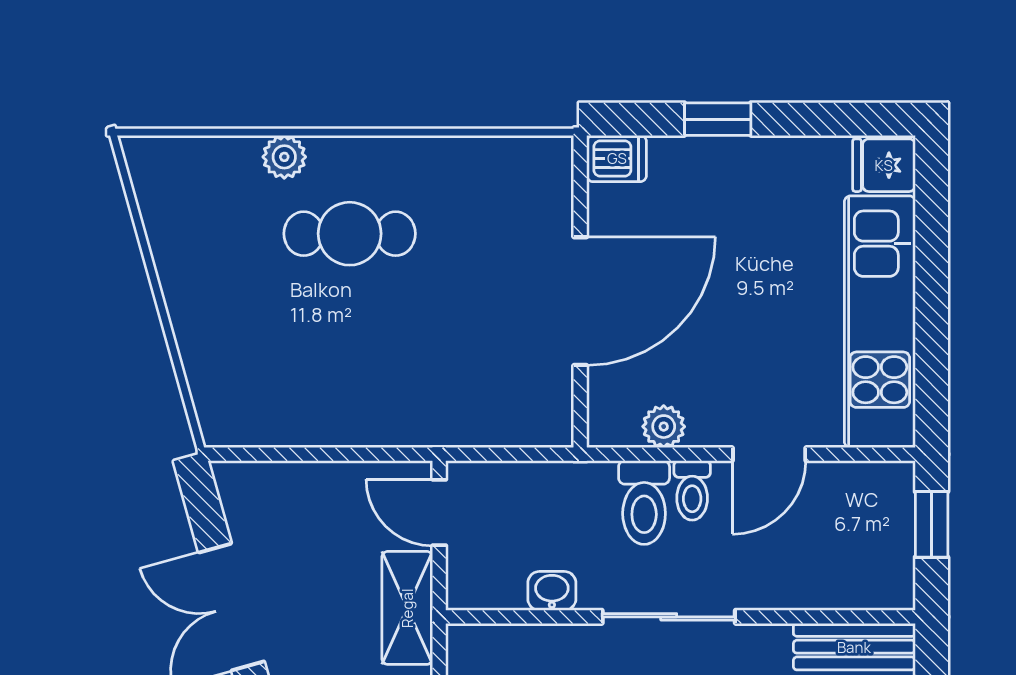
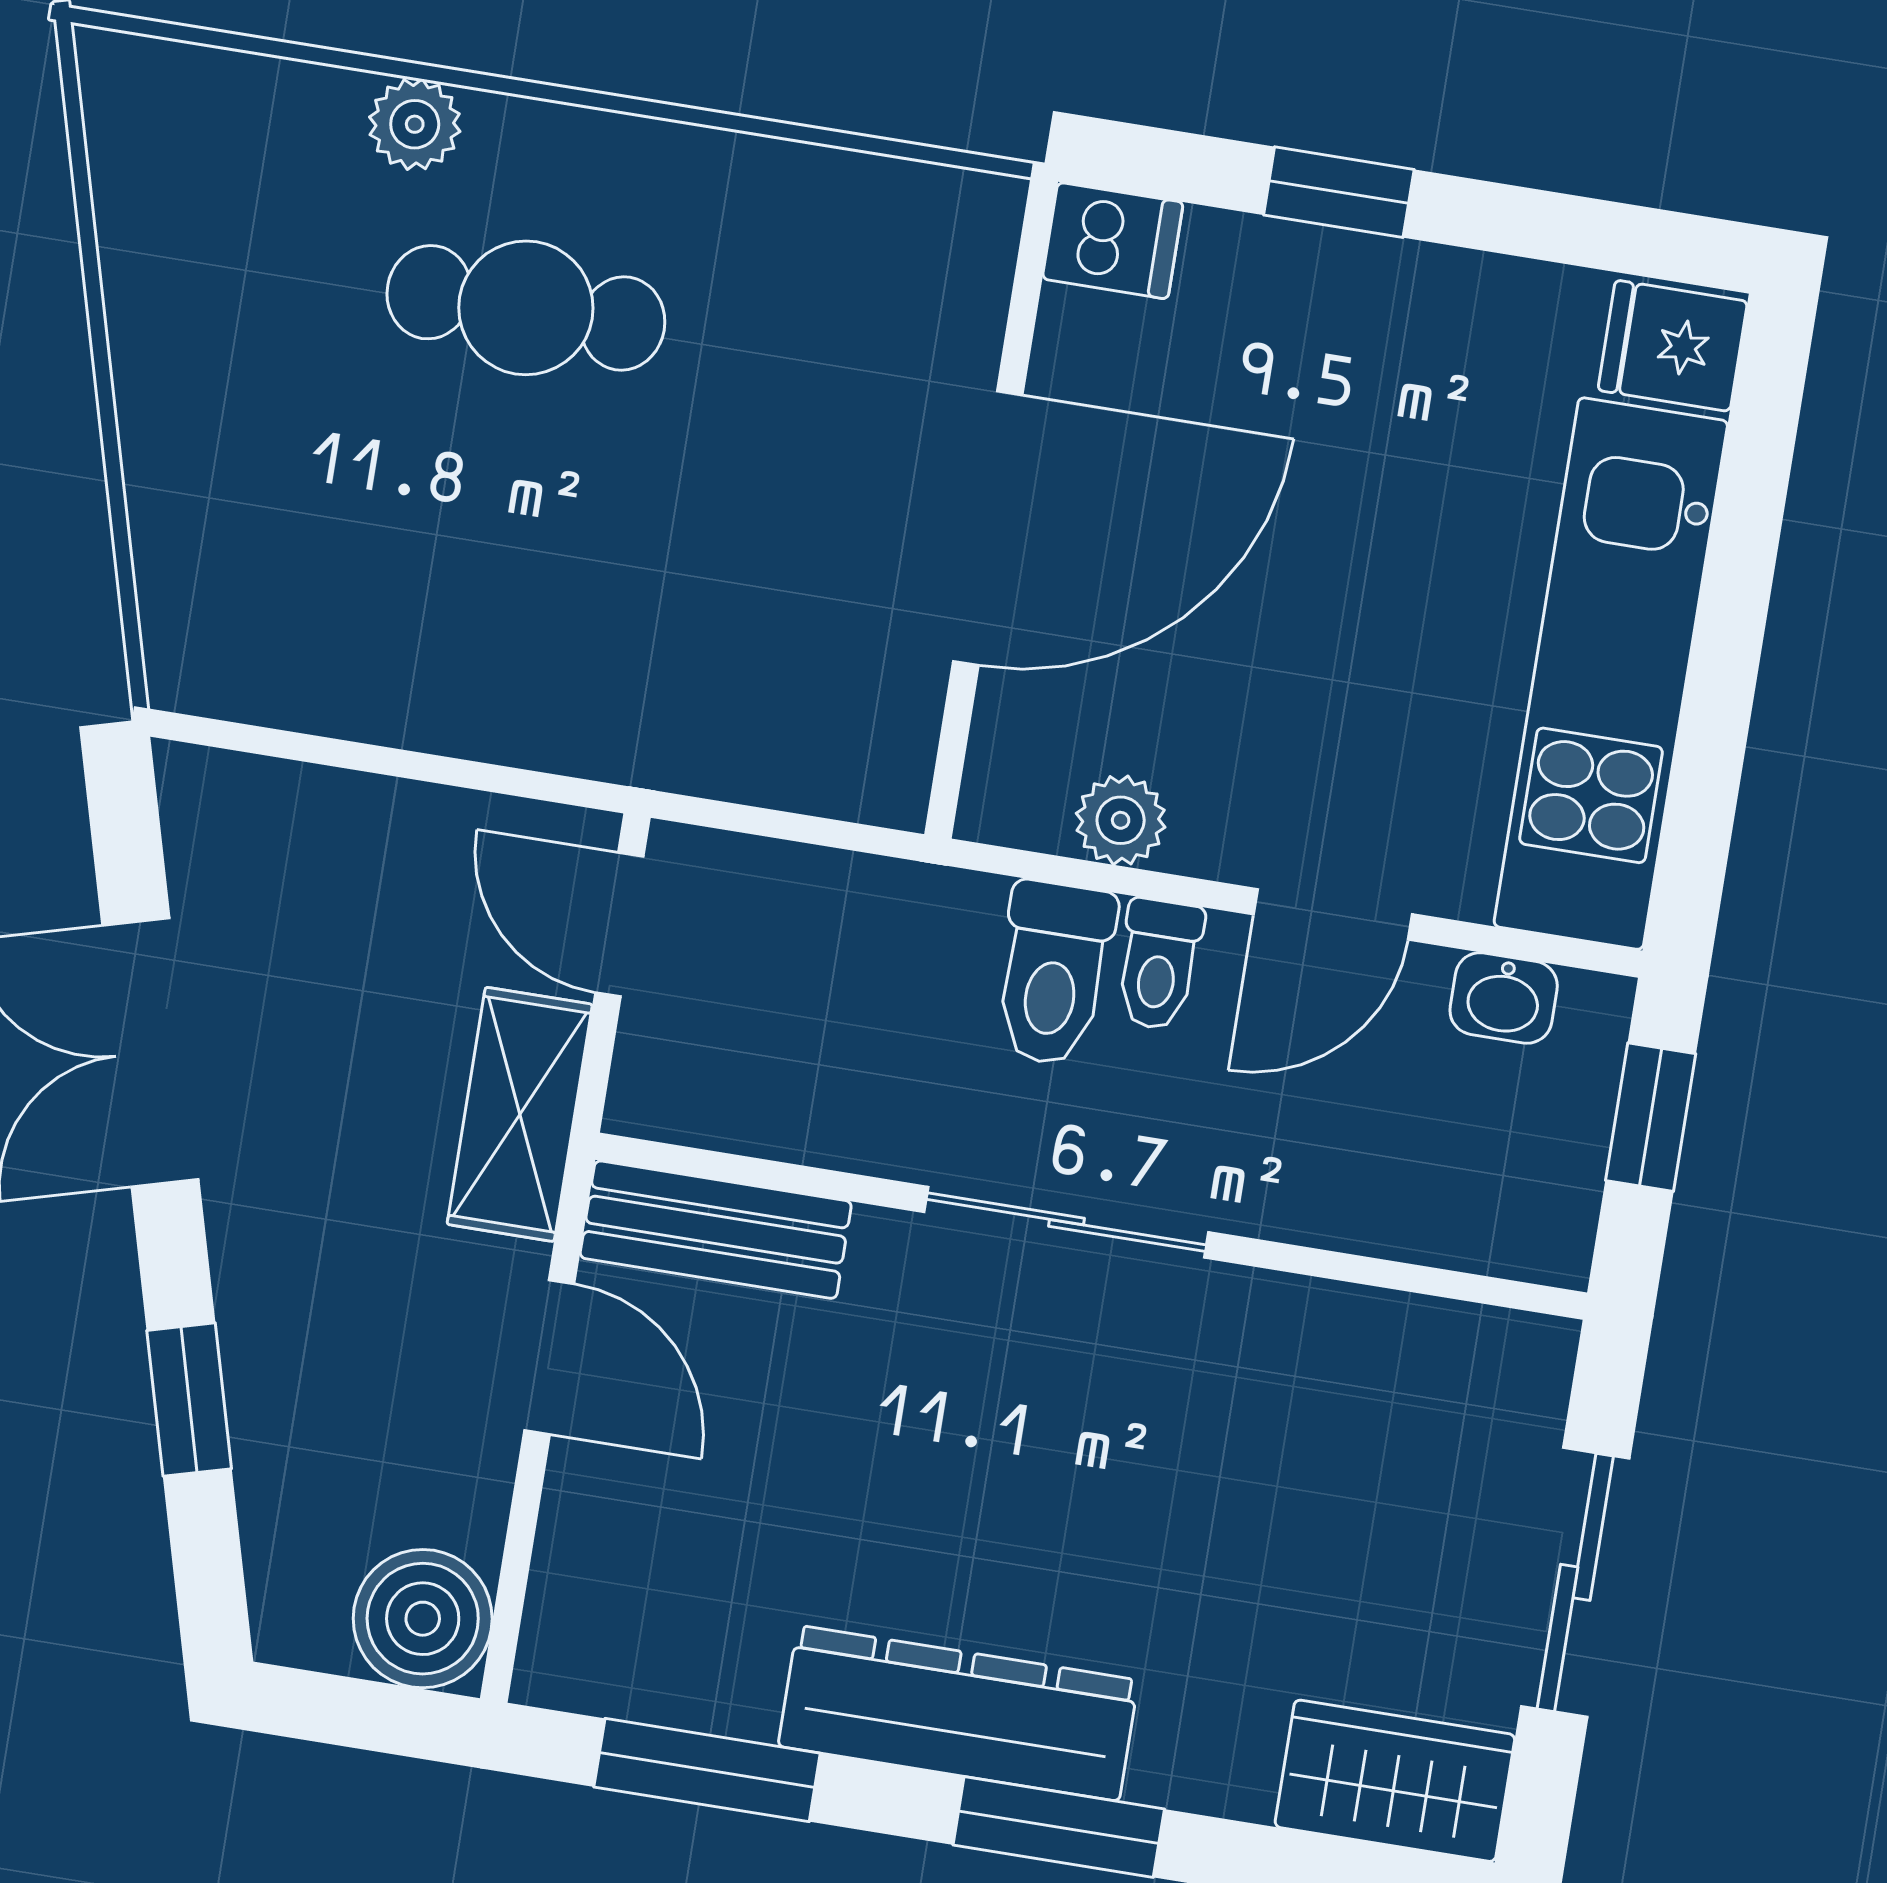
washbasin: (552, 591) -> (1504, 998), moved, turned 180
bench: (854, 647) -> (716, 1230), moved

